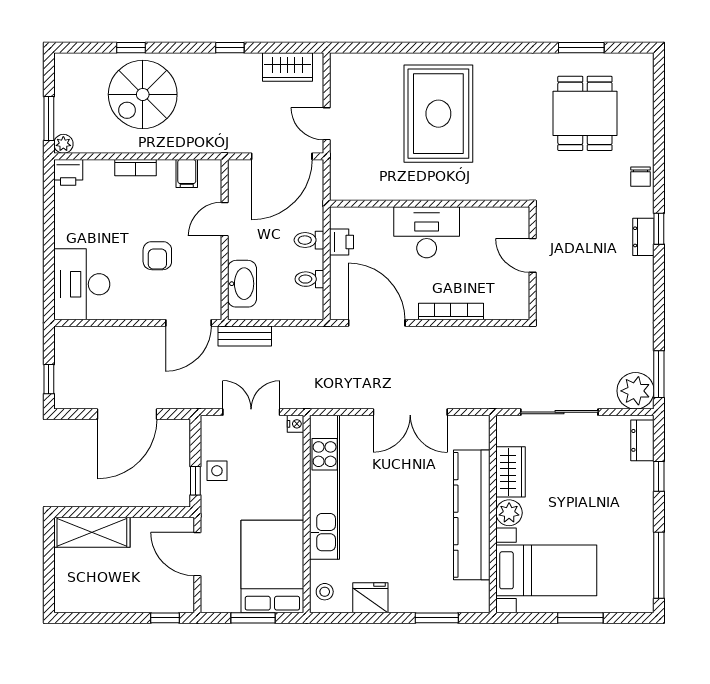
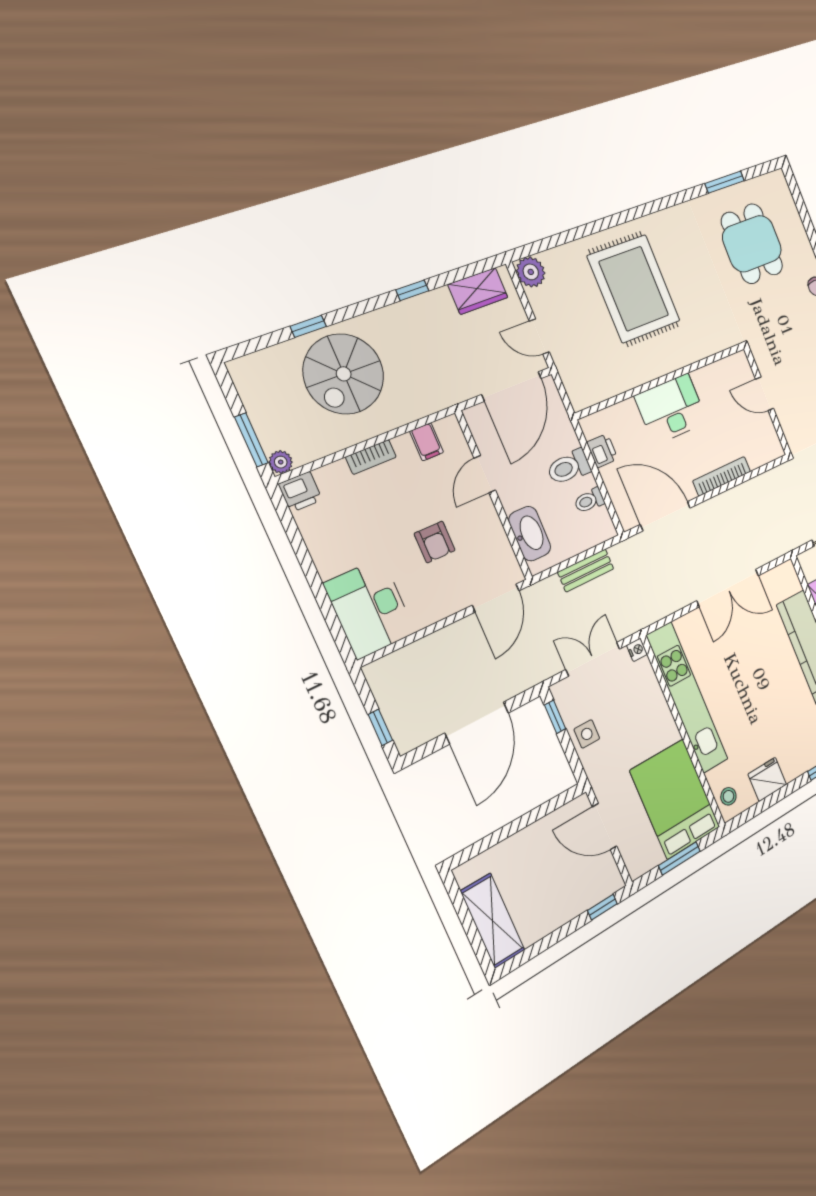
plant: (344, 67) -> (531, 272), added
toilet: (309, 240) -> (569, 467), width x1.37, depth x1.39
bench: (245, 336) -> (586, 570), moved
window: (195, 481) -> (555, 717), moved
shelving: (92, 532) -> (493, 921), moved, turned 90

